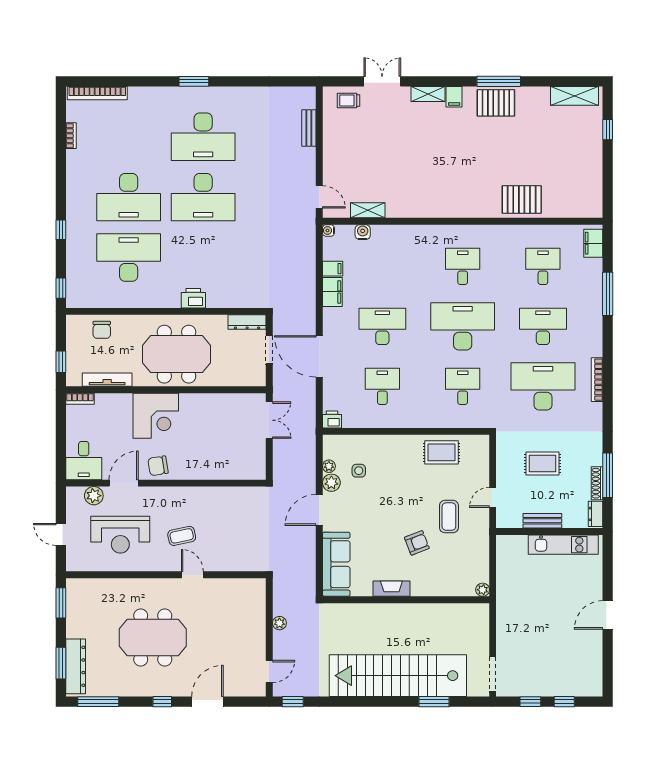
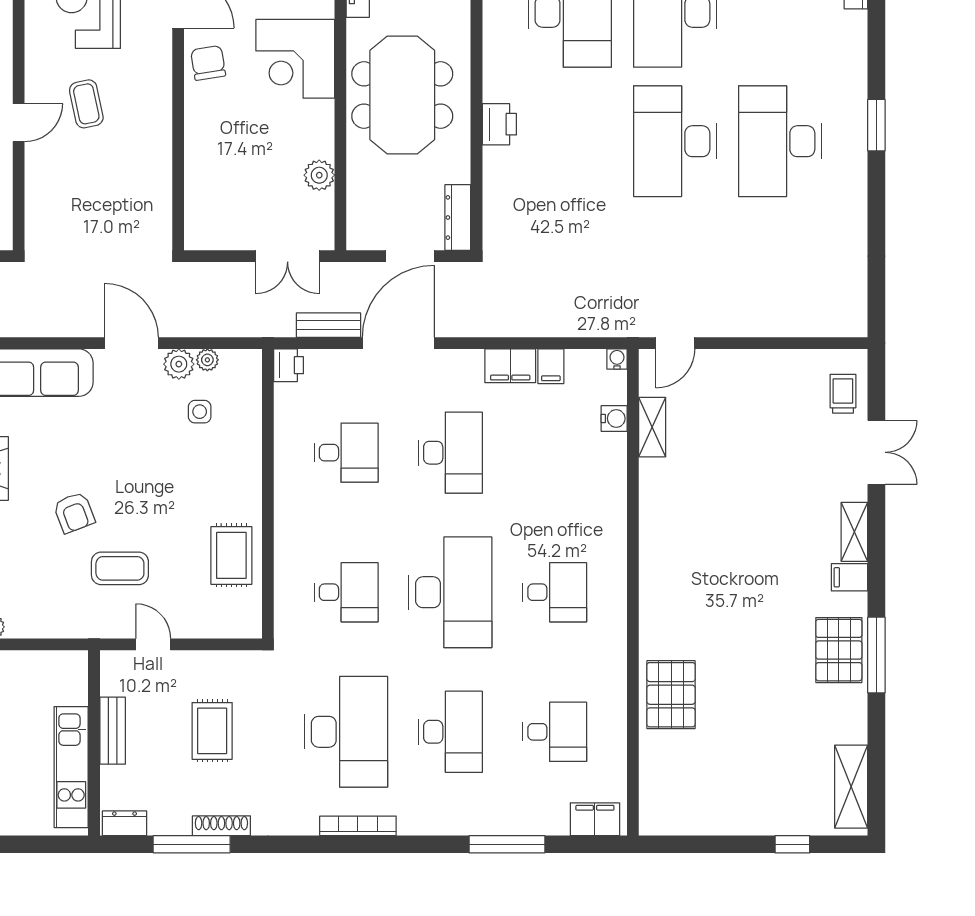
bench: (309, 128) -> (329, 325), moved
plant: (223, 402) -> (319, 175), added
shoe rack: (597, 483) -> (221, 826), moved

